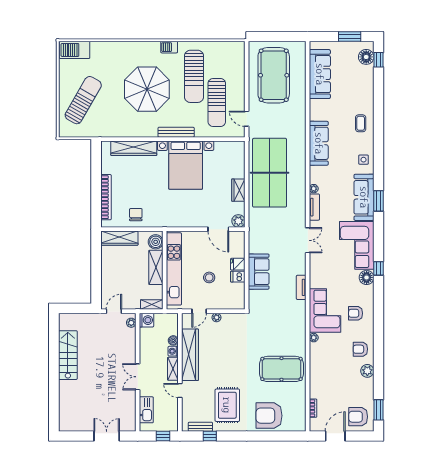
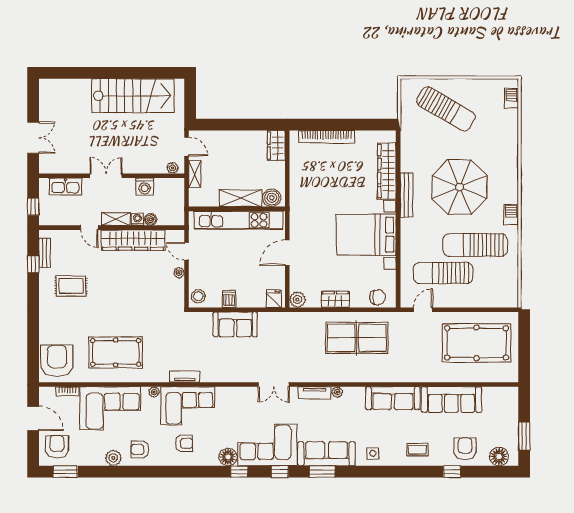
barbecue: (74, 50) -> (511, 98), width x0.53, depth x0.65
window: (378, 60) -> (452, 472), moved
sofa: (320, 74) -> (451, 400), moved
armchair: (360, 85) -> (465, 449), added
bench: (176, 132) -> (407, 195), moved
table tennis table: (270, 173) -> (357, 338), width x0.73, depth x0.76
chair: (136, 215) -> (378, 297), moved
door: (218, 229) -> (287, 253), moved
window: (378, 235) -> (280, 472), added
wardrobe: (119, 238) -> (276, 146), width x0.67
fridge: (238, 264) -> (274, 299), moved
stool: (209, 277) -> (198, 296), moved
tv unit: (301, 287) -> (185, 377), moved
shelving: (152, 305) -> (195, 174), moved
armchair: (356, 313) -> (184, 443), turned 90
washing machine: (146, 320) -> (145, 187), moved
armchair: (360, 349) -> (140, 449), turned -90
stairs: (68, 355) -> (133, 96), width x1.36, depth x1.51
pool table: (281, 369) -> (116, 352), turned 90
corner sofa: (327, 373) -> (110, 408), added
door: (180, 390) -> (89, 228), swing flipped
rug: (227, 405) -> (71, 286), width x0.73, depth x0.70
armchair: (269, 416) -> (57, 361), moved

